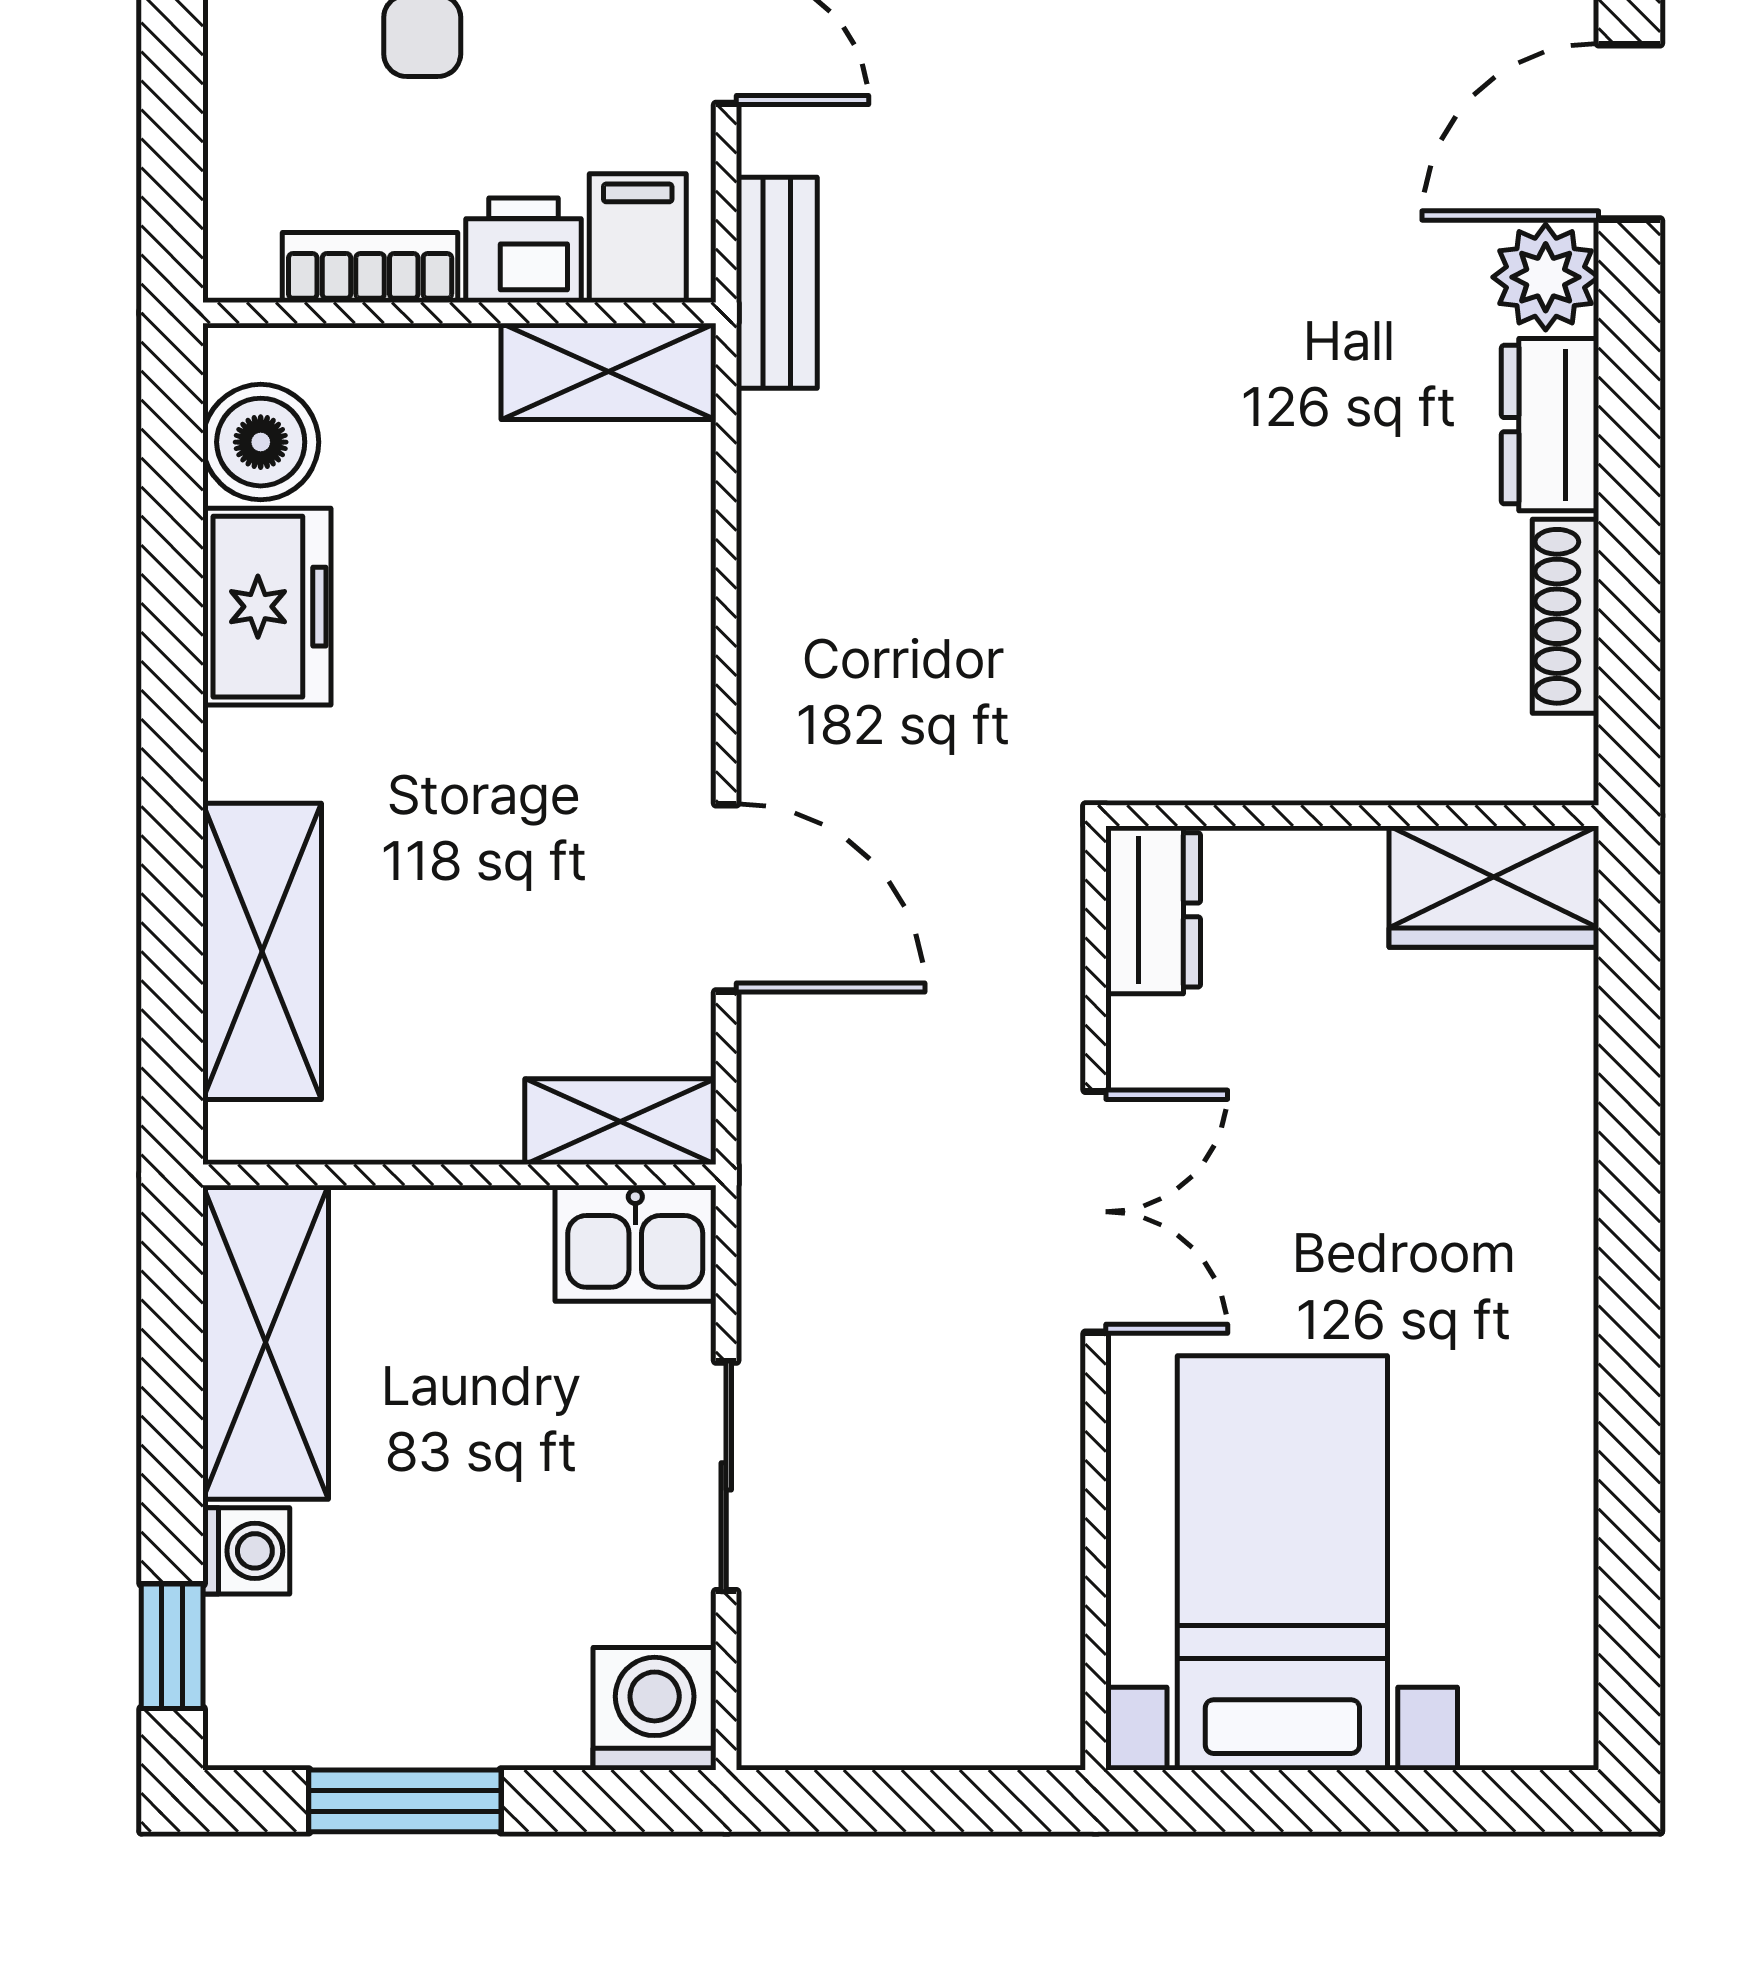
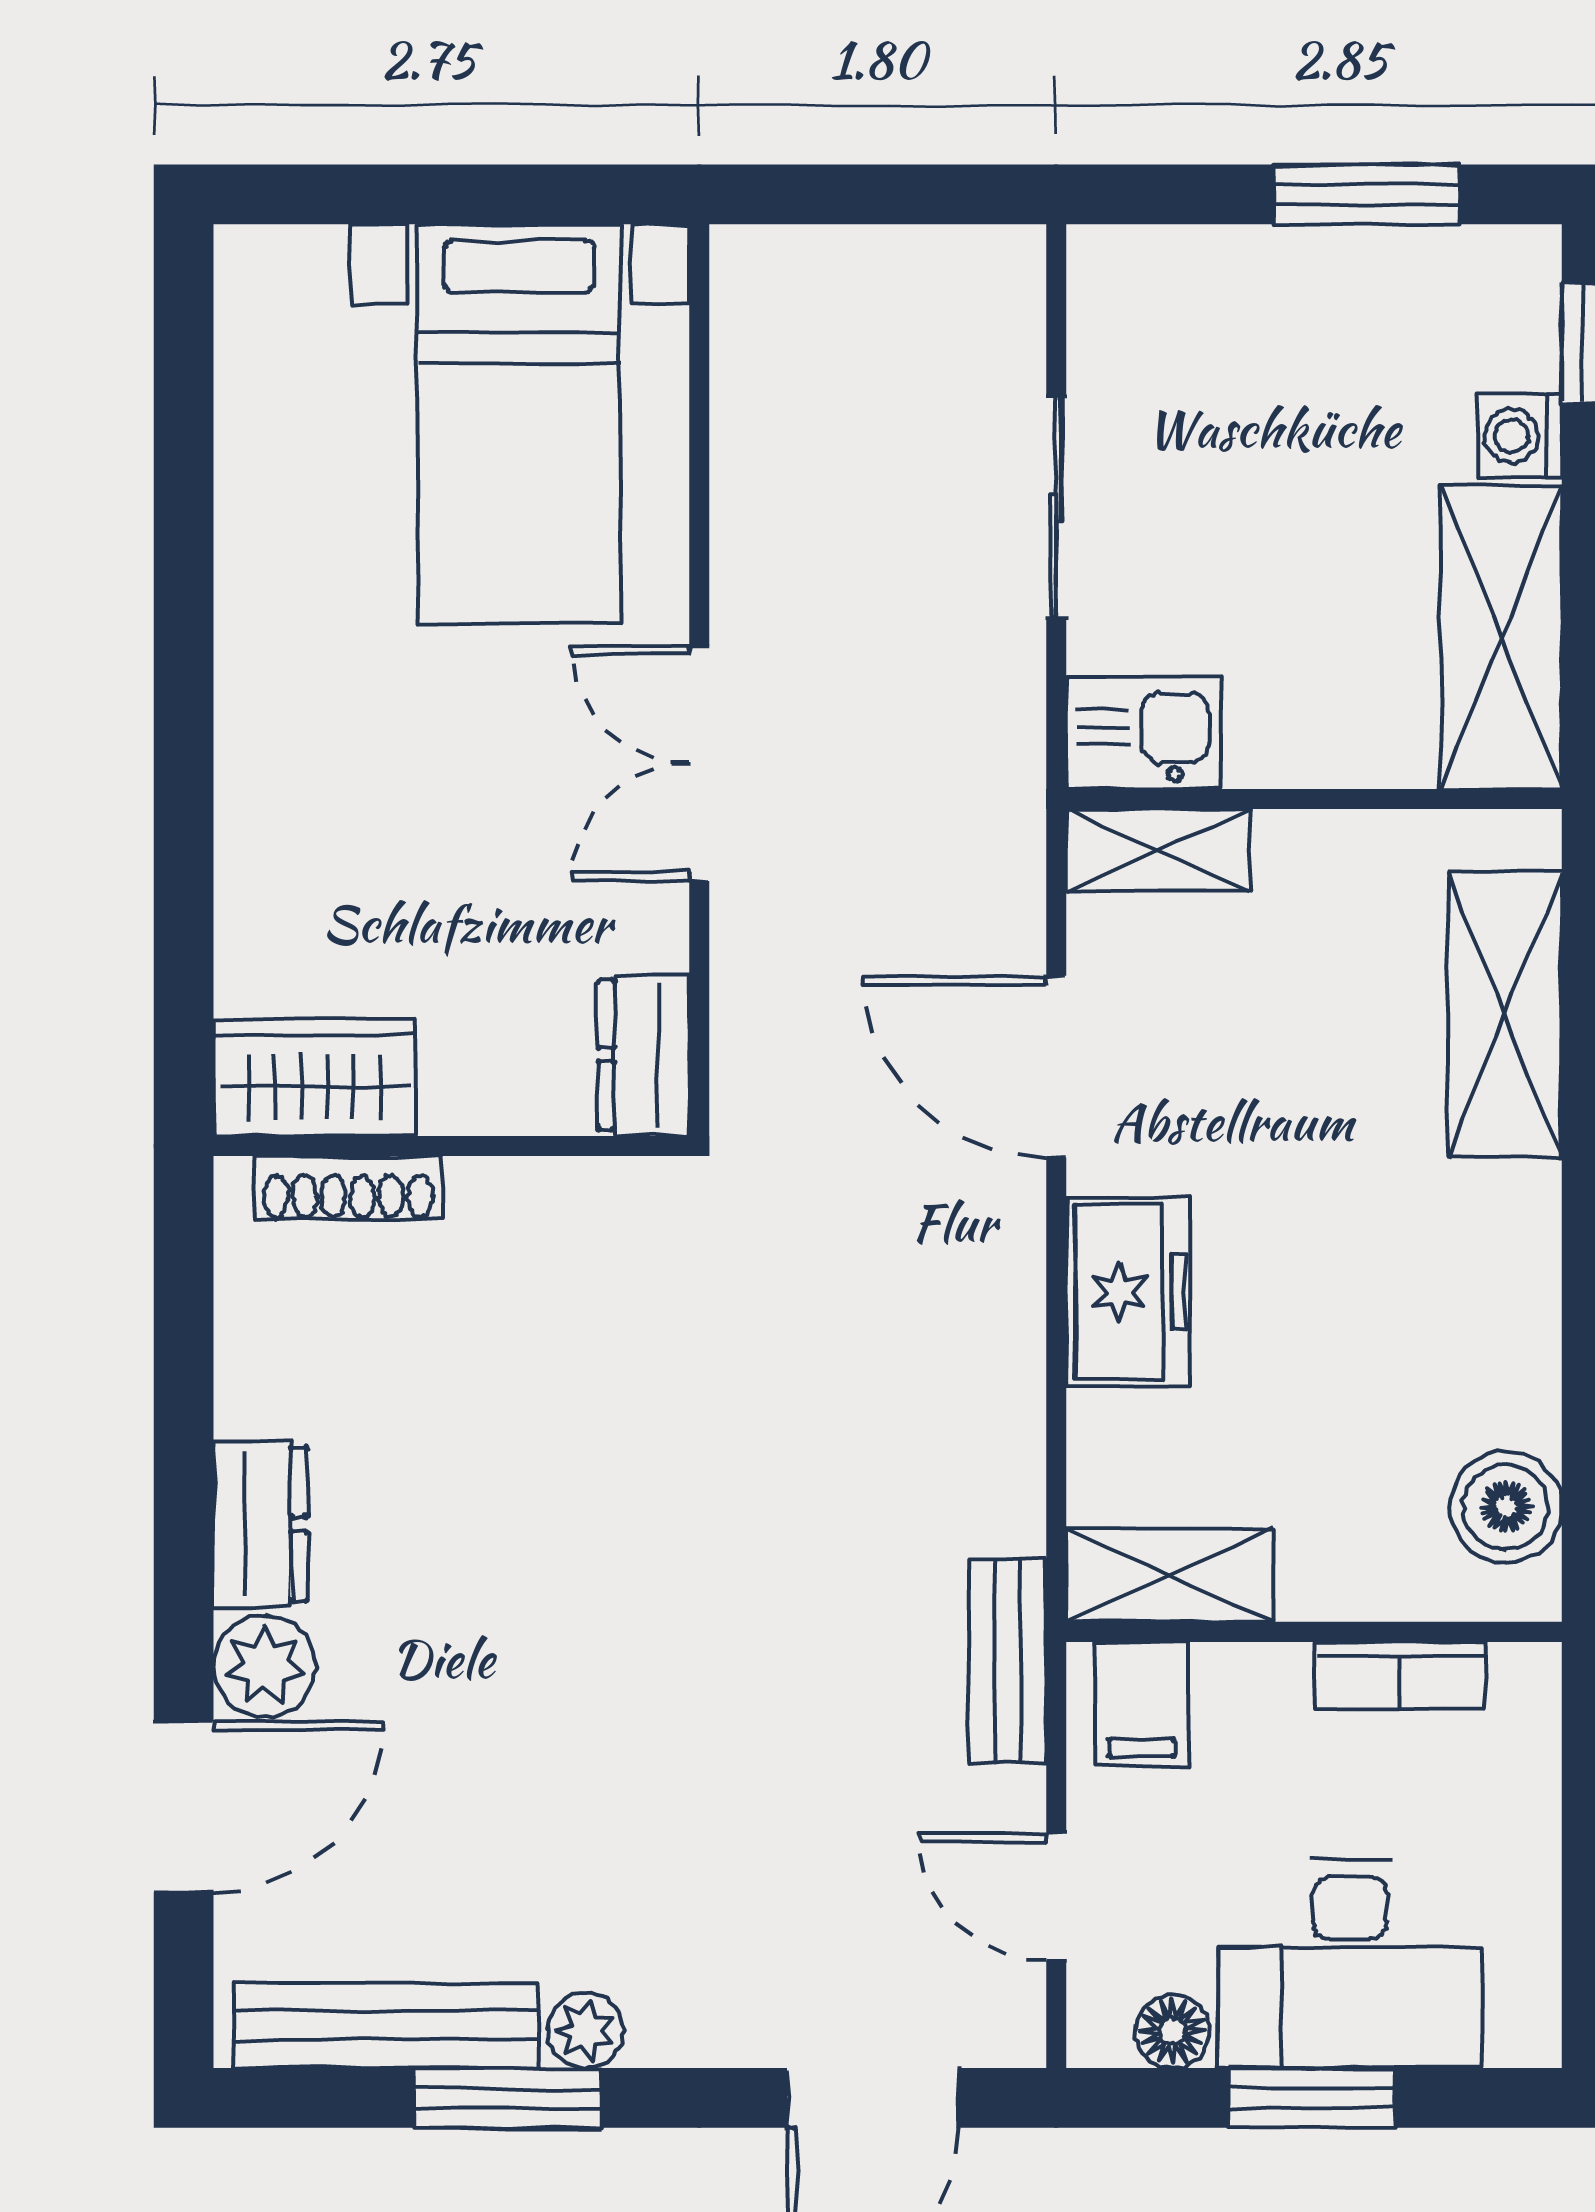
printer: (524, 250) -> (1252, 1692), removed
freezer: (267, 607) -> (1128, 1292), moved, turned 180
shoe rack: (1566, 616) -> (348, 1188), moved, turned 90
washing machine: (655, 1709) -> (1125, 283), removed

